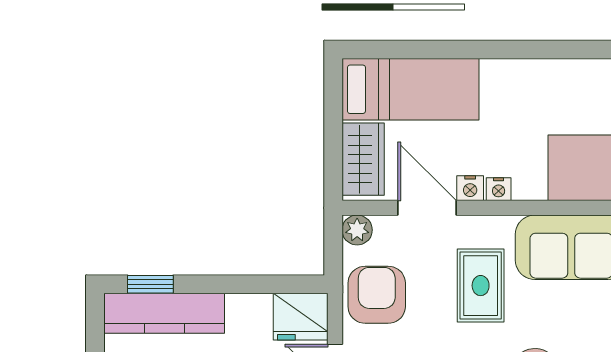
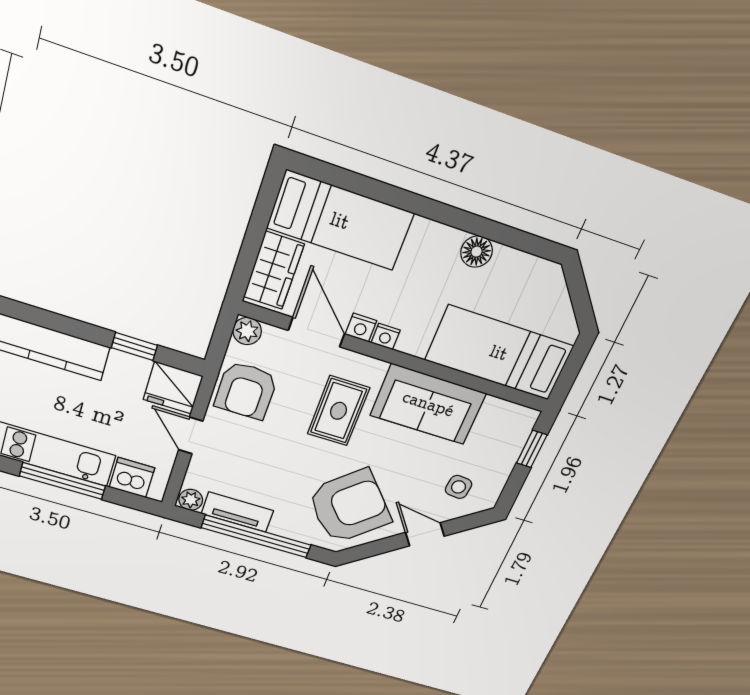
floor lamp: (554, 75) -> (477, 252), added
window: (150, 284) -> (134, 346), moved
armchair: (377, 295) -> (246, 391), turned 180

